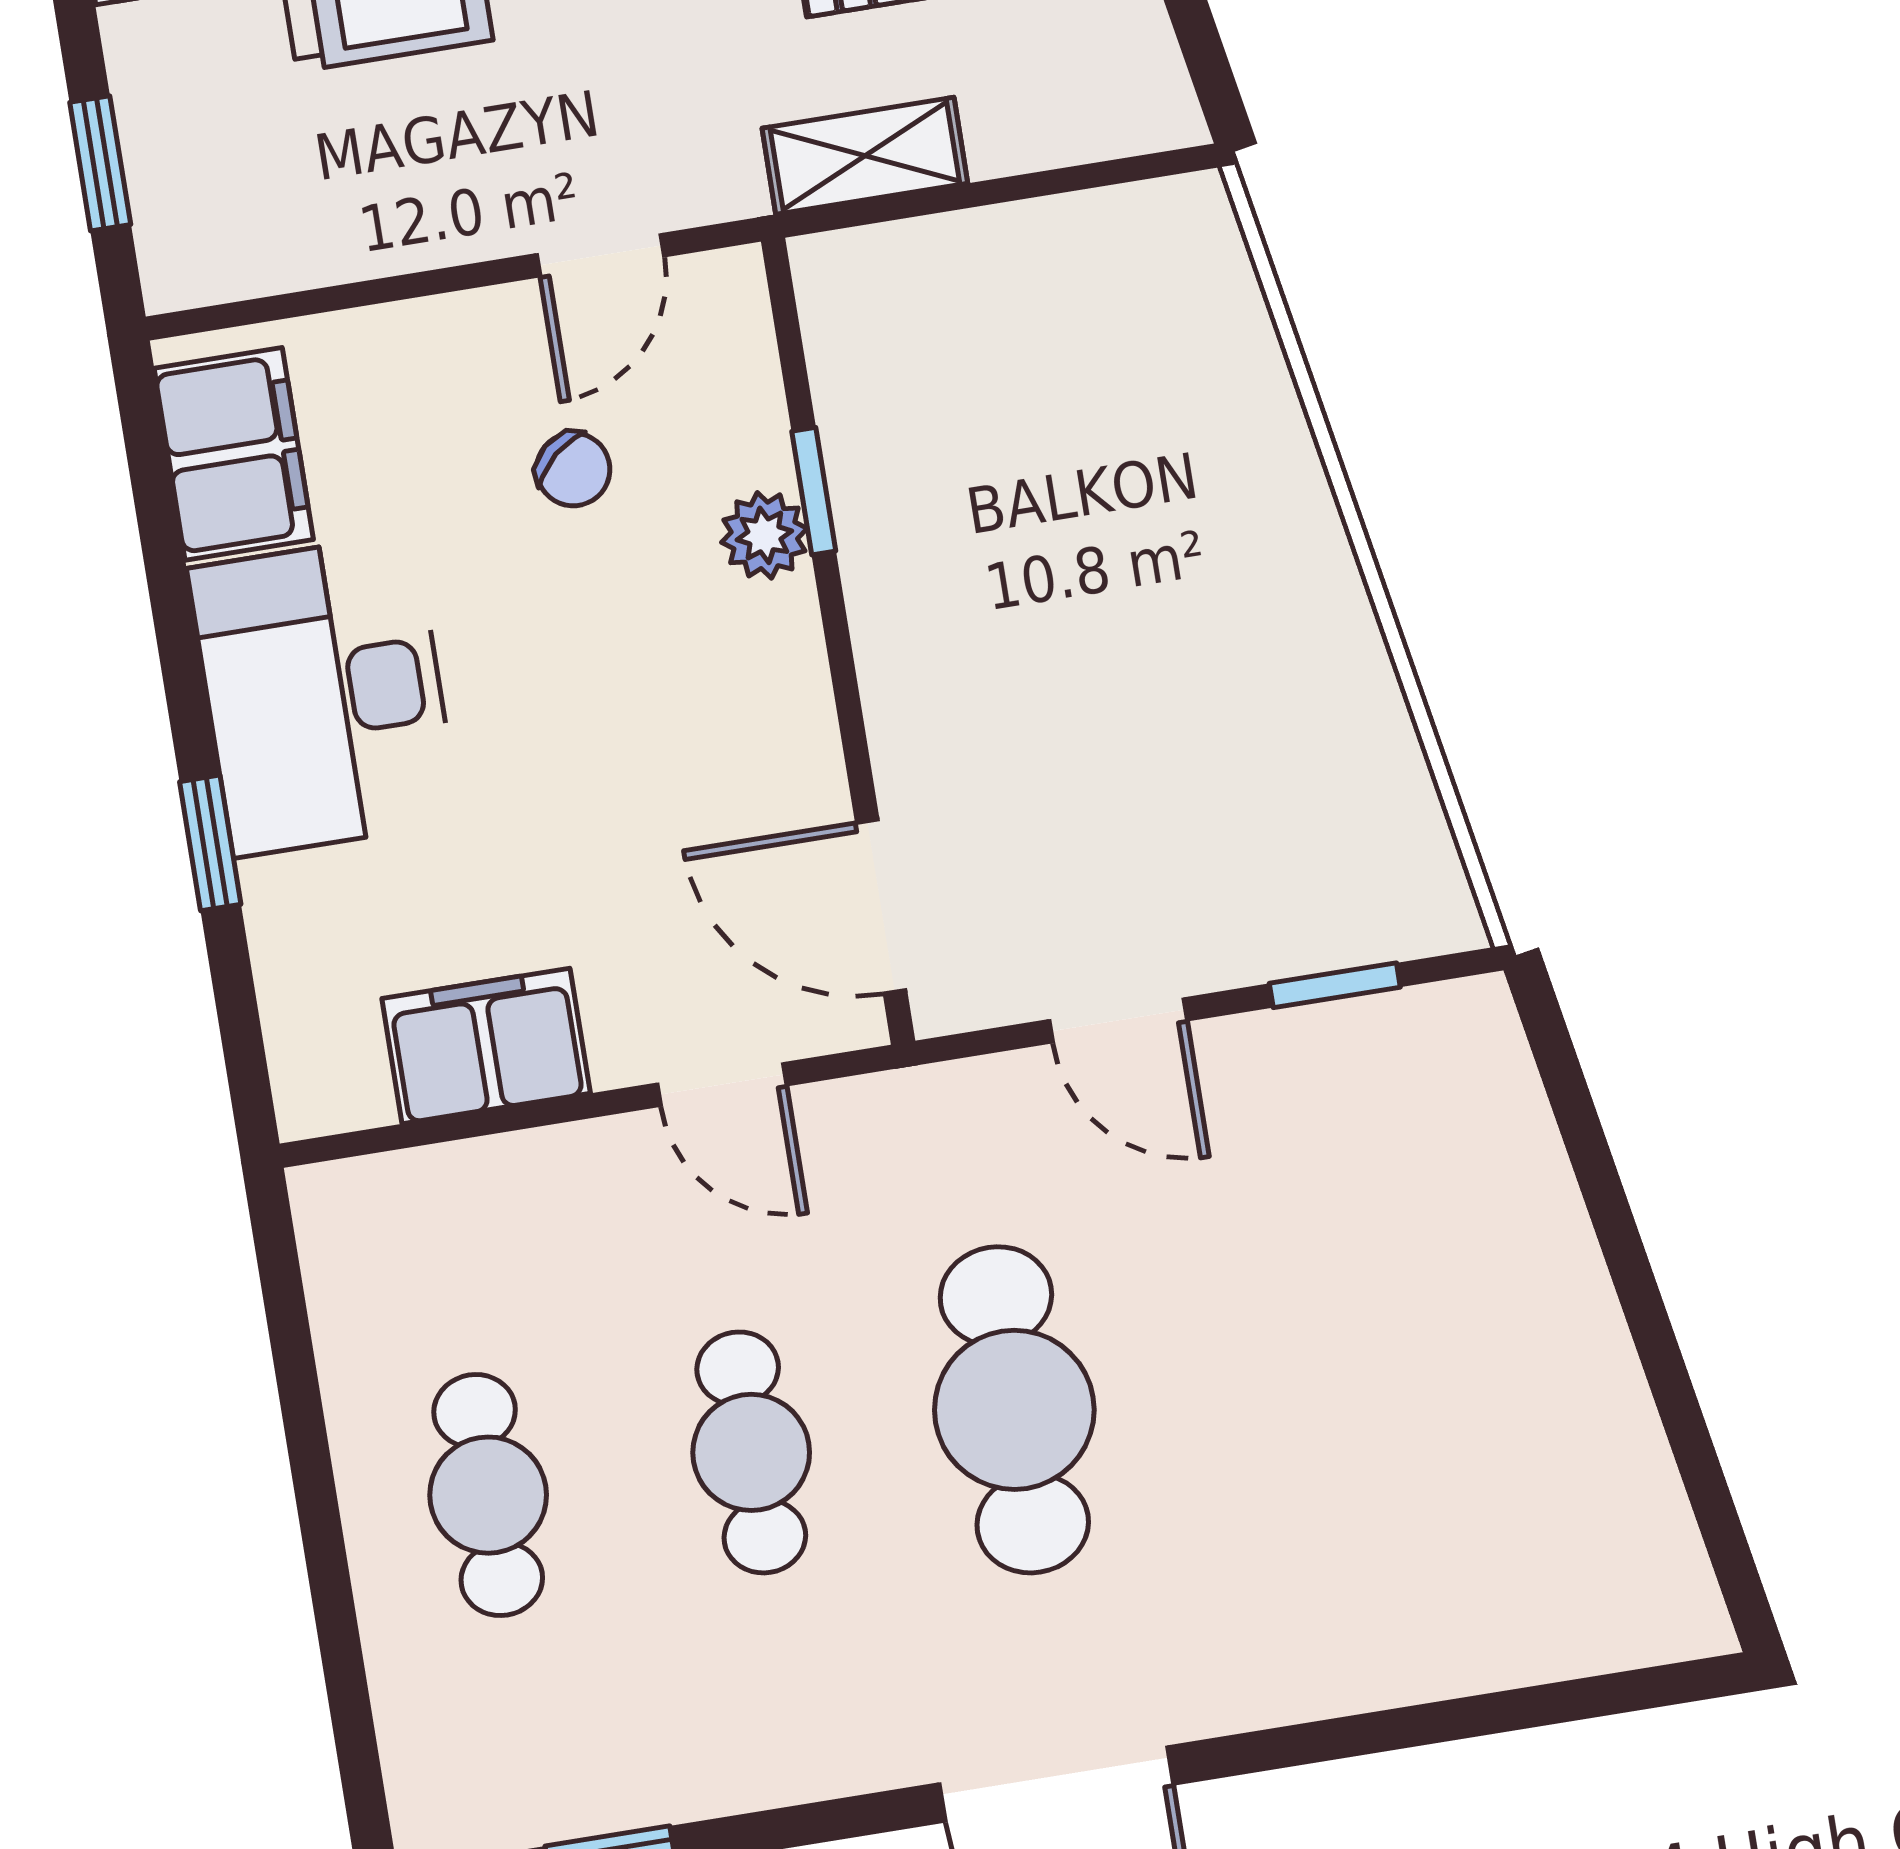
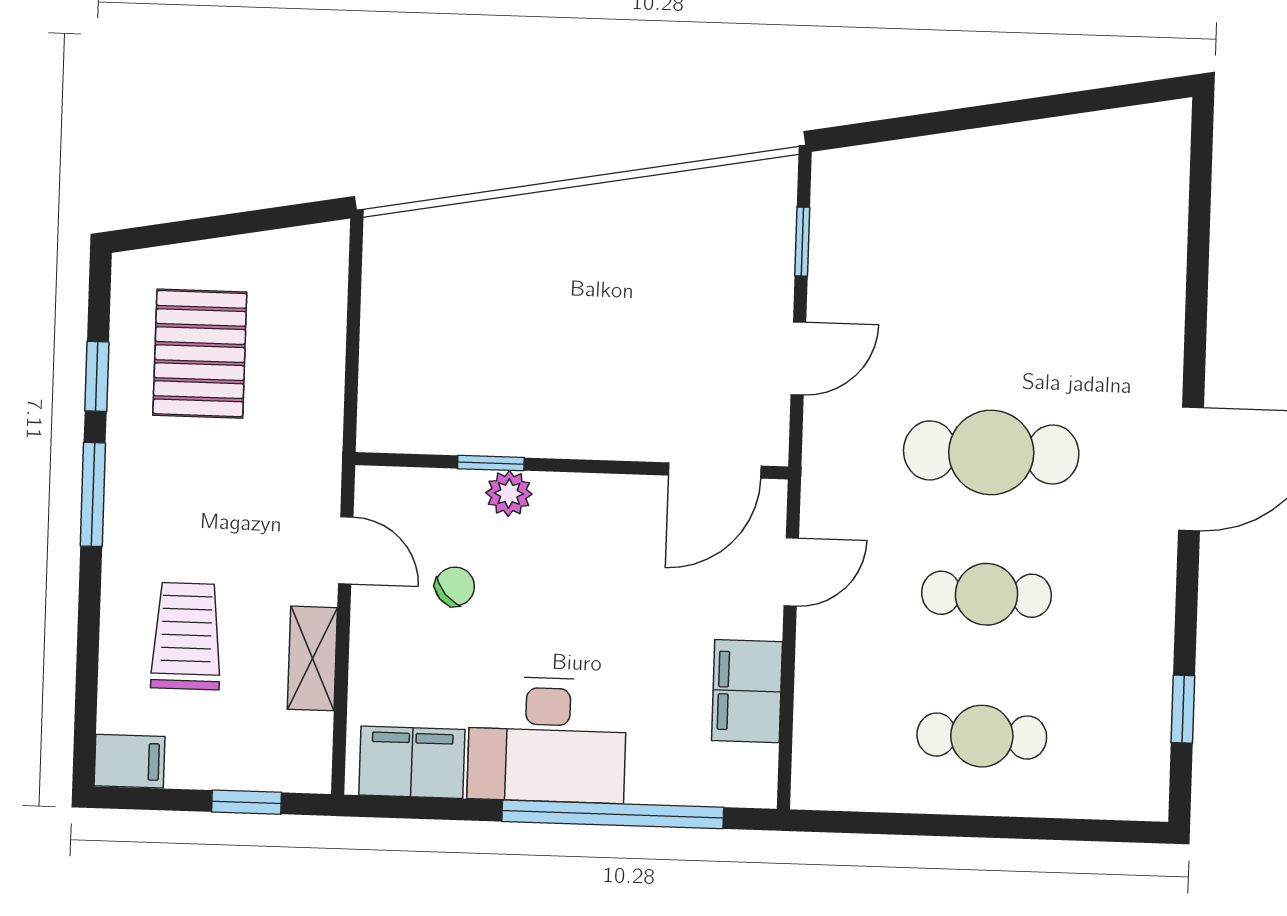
shelving: (865, 156) -> (312, 658), moved
window: (210, 843) -> (613, 814), width x3.17

